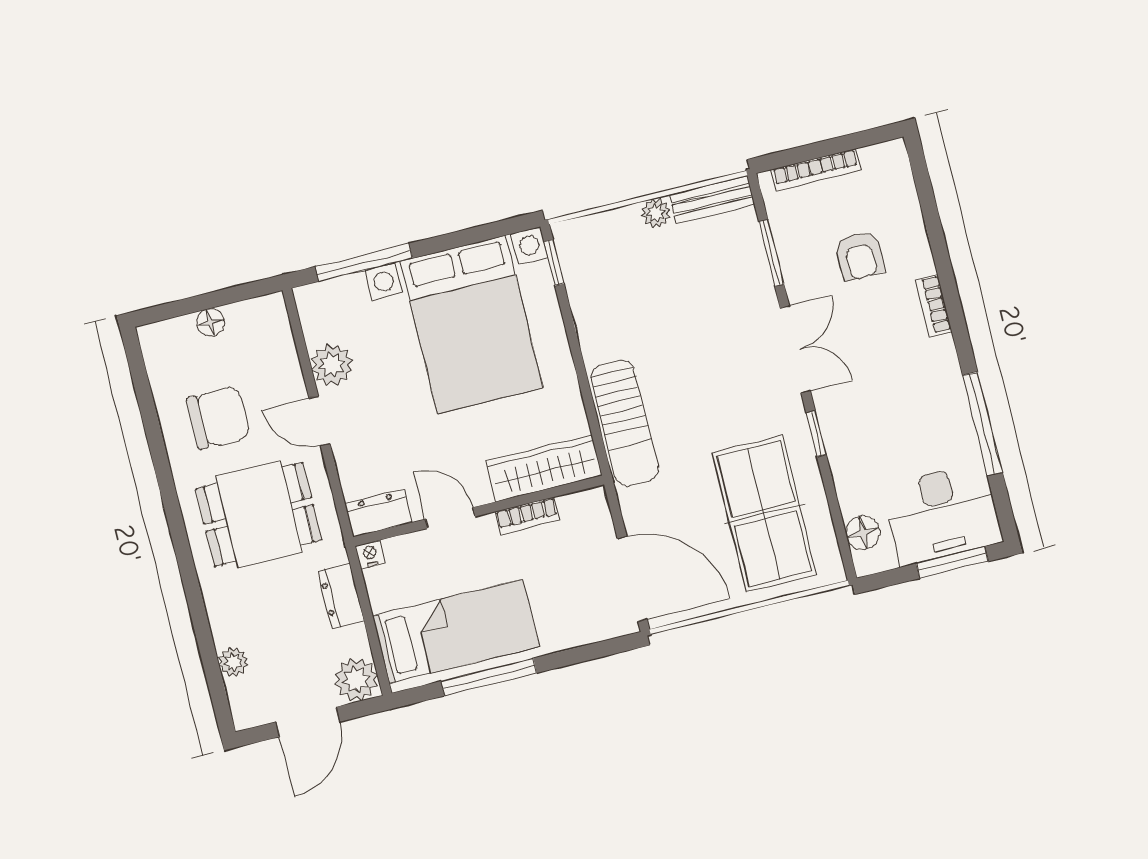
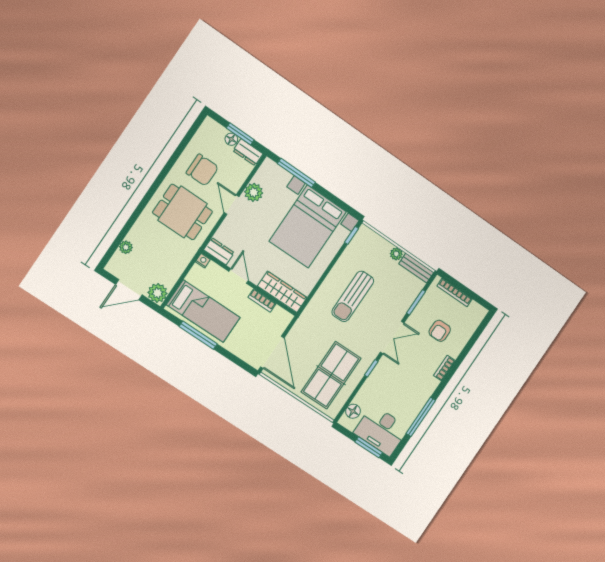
window: (215, 299) -> (240, 134), added
sun lounger: (625, 423) -> (353, 296), moved
dresser: (341, 596) -> (248, 152), moved, turned -90

